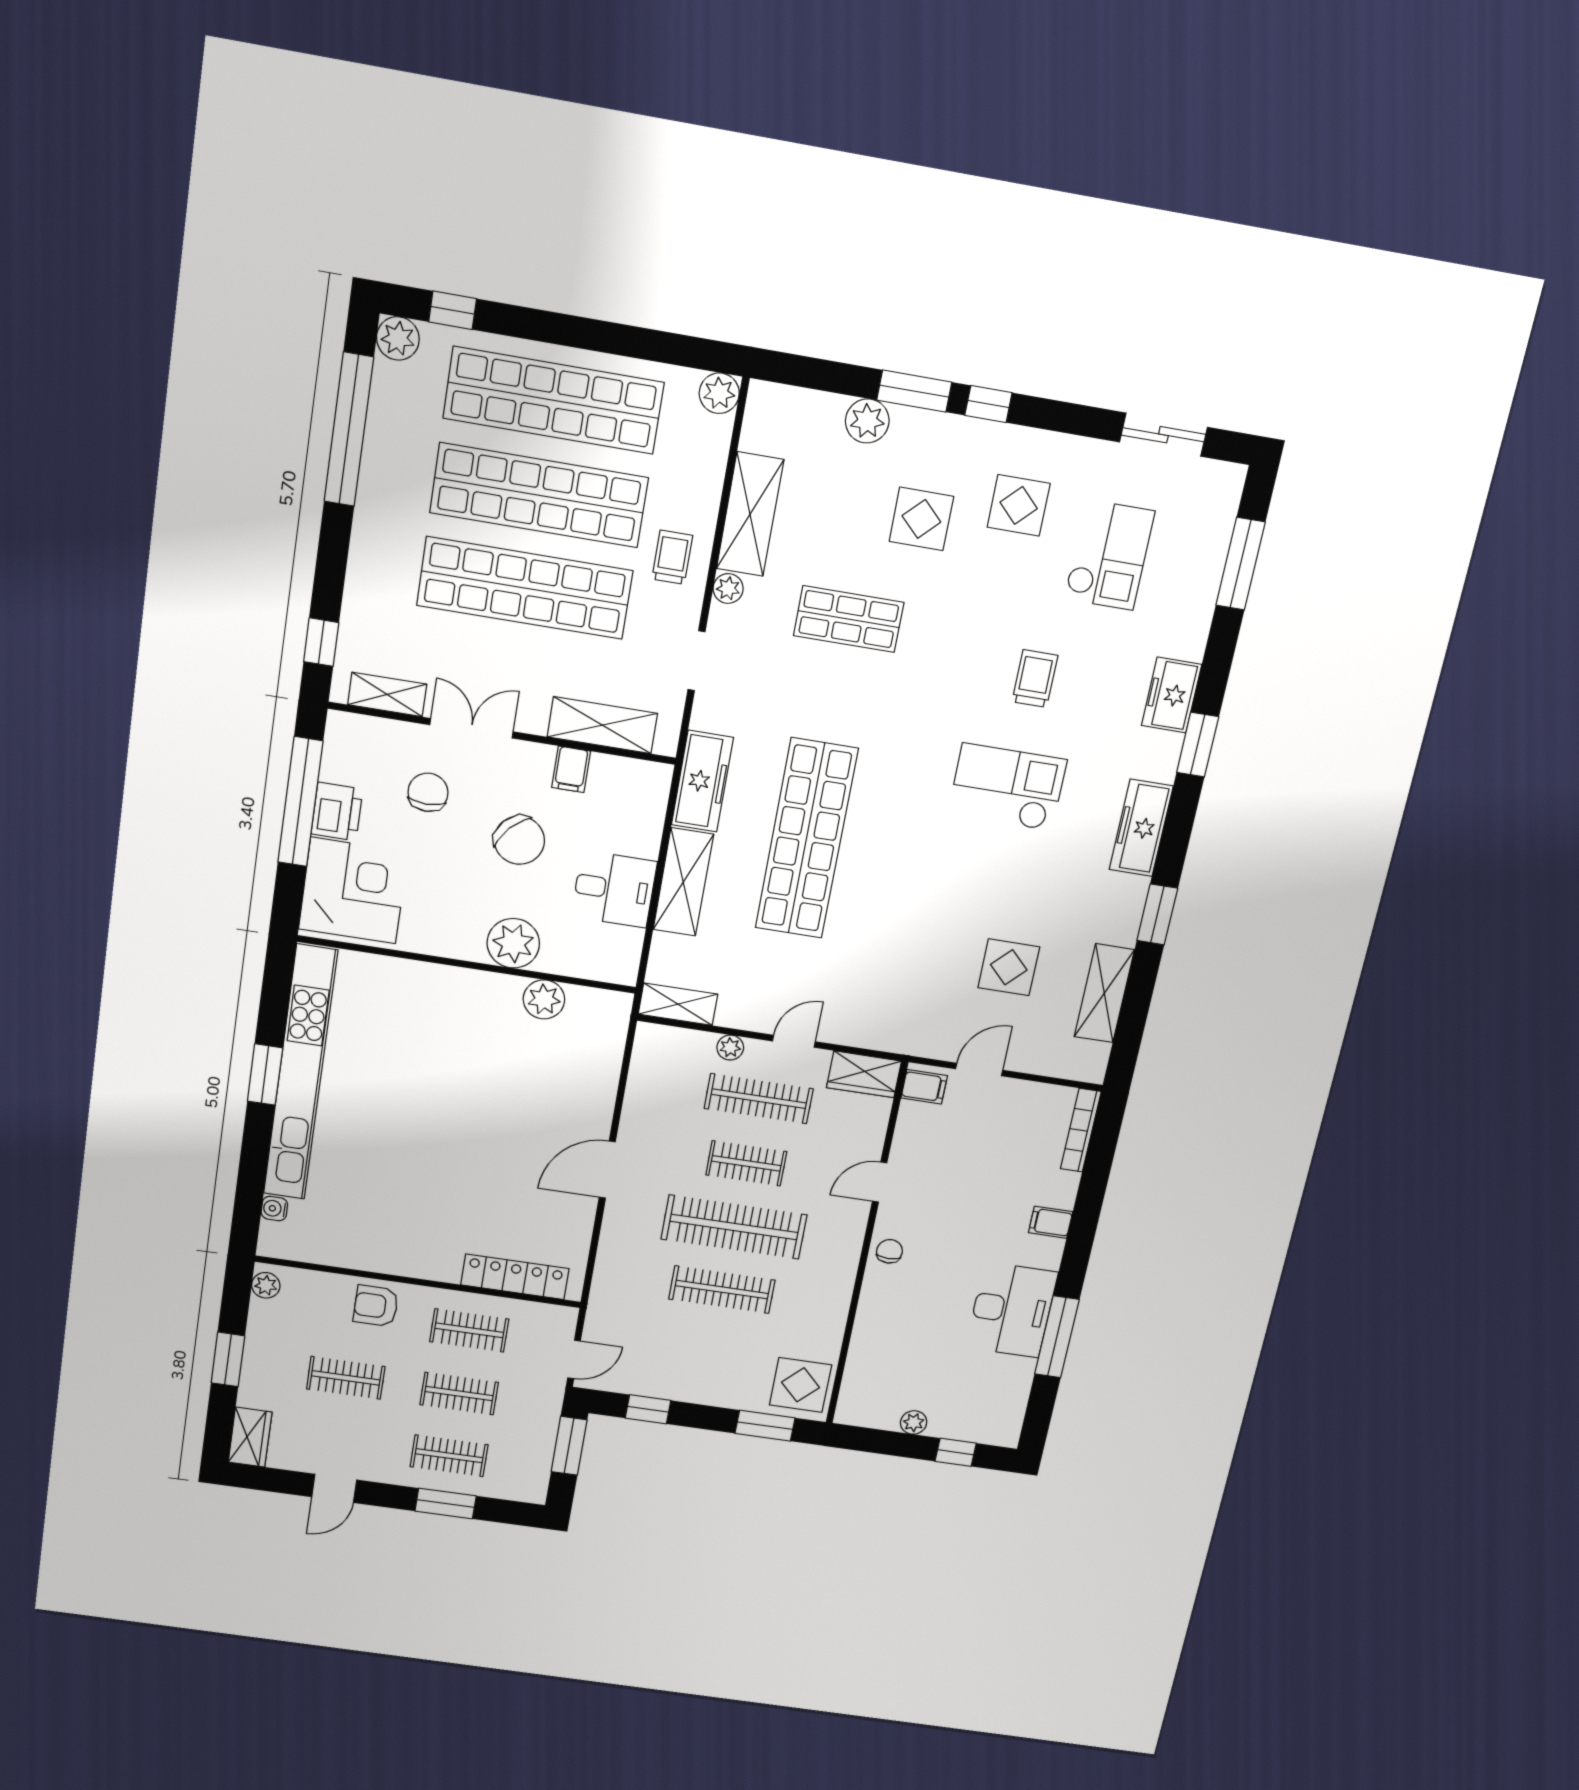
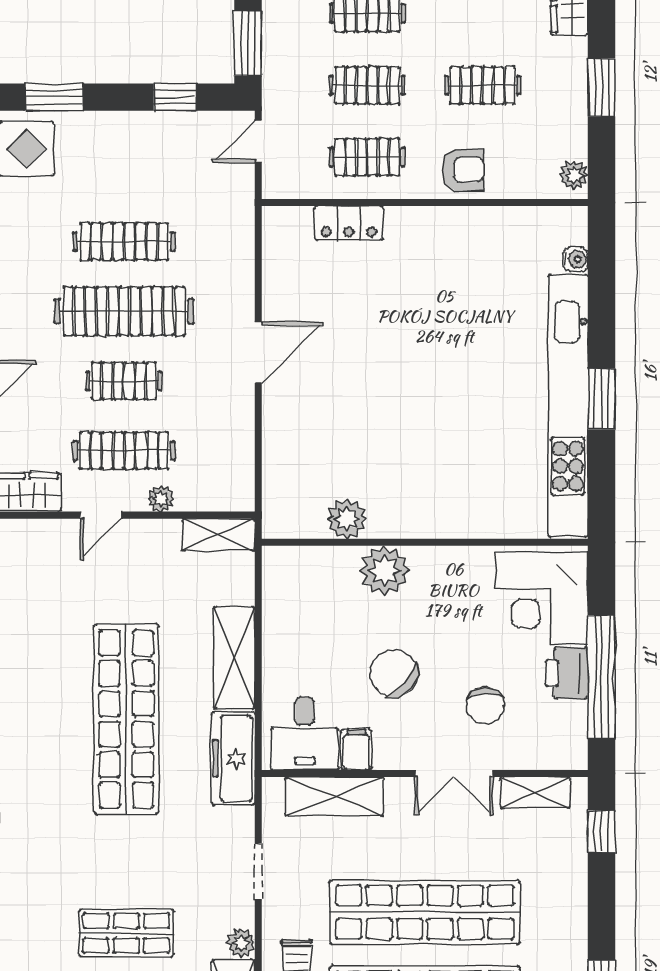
desk: (614, 889) -> (305, 734), moved, turned -90
locker: (515, 1277) -> (349, 223), width x0.66

